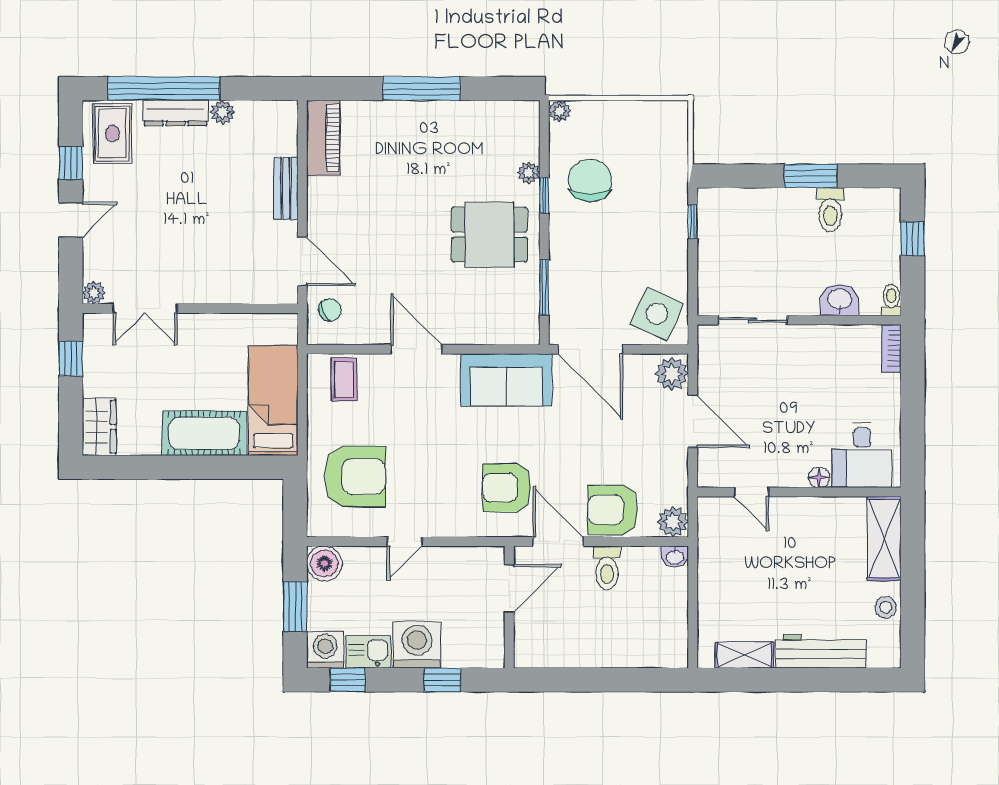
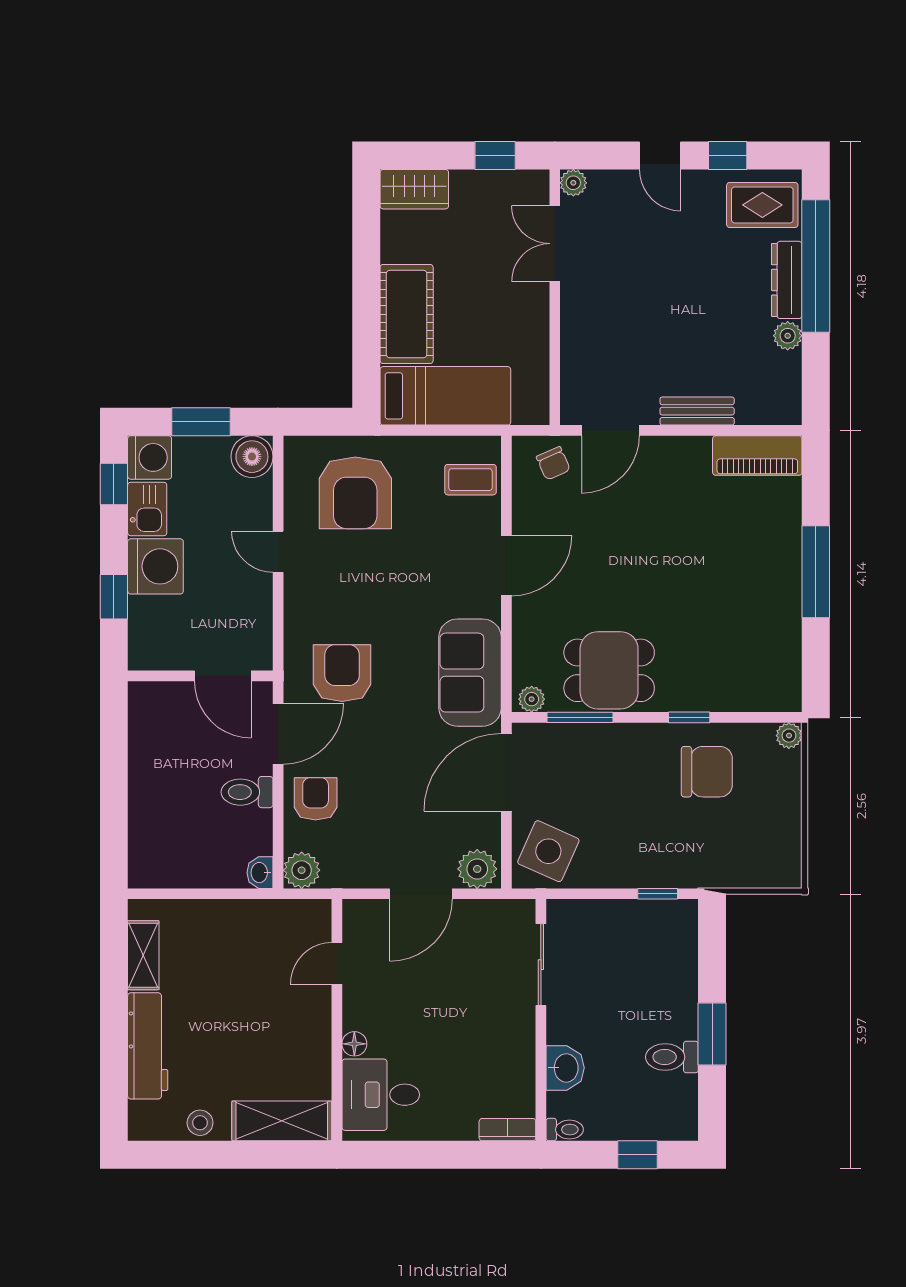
plant: (529, 173) -> (532, 699), moved
dining table: (489, 235) -> (609, 670), moved, turned 90
armchair: (613, 510) -> (316, 799), width x0.72, depth x0.72

